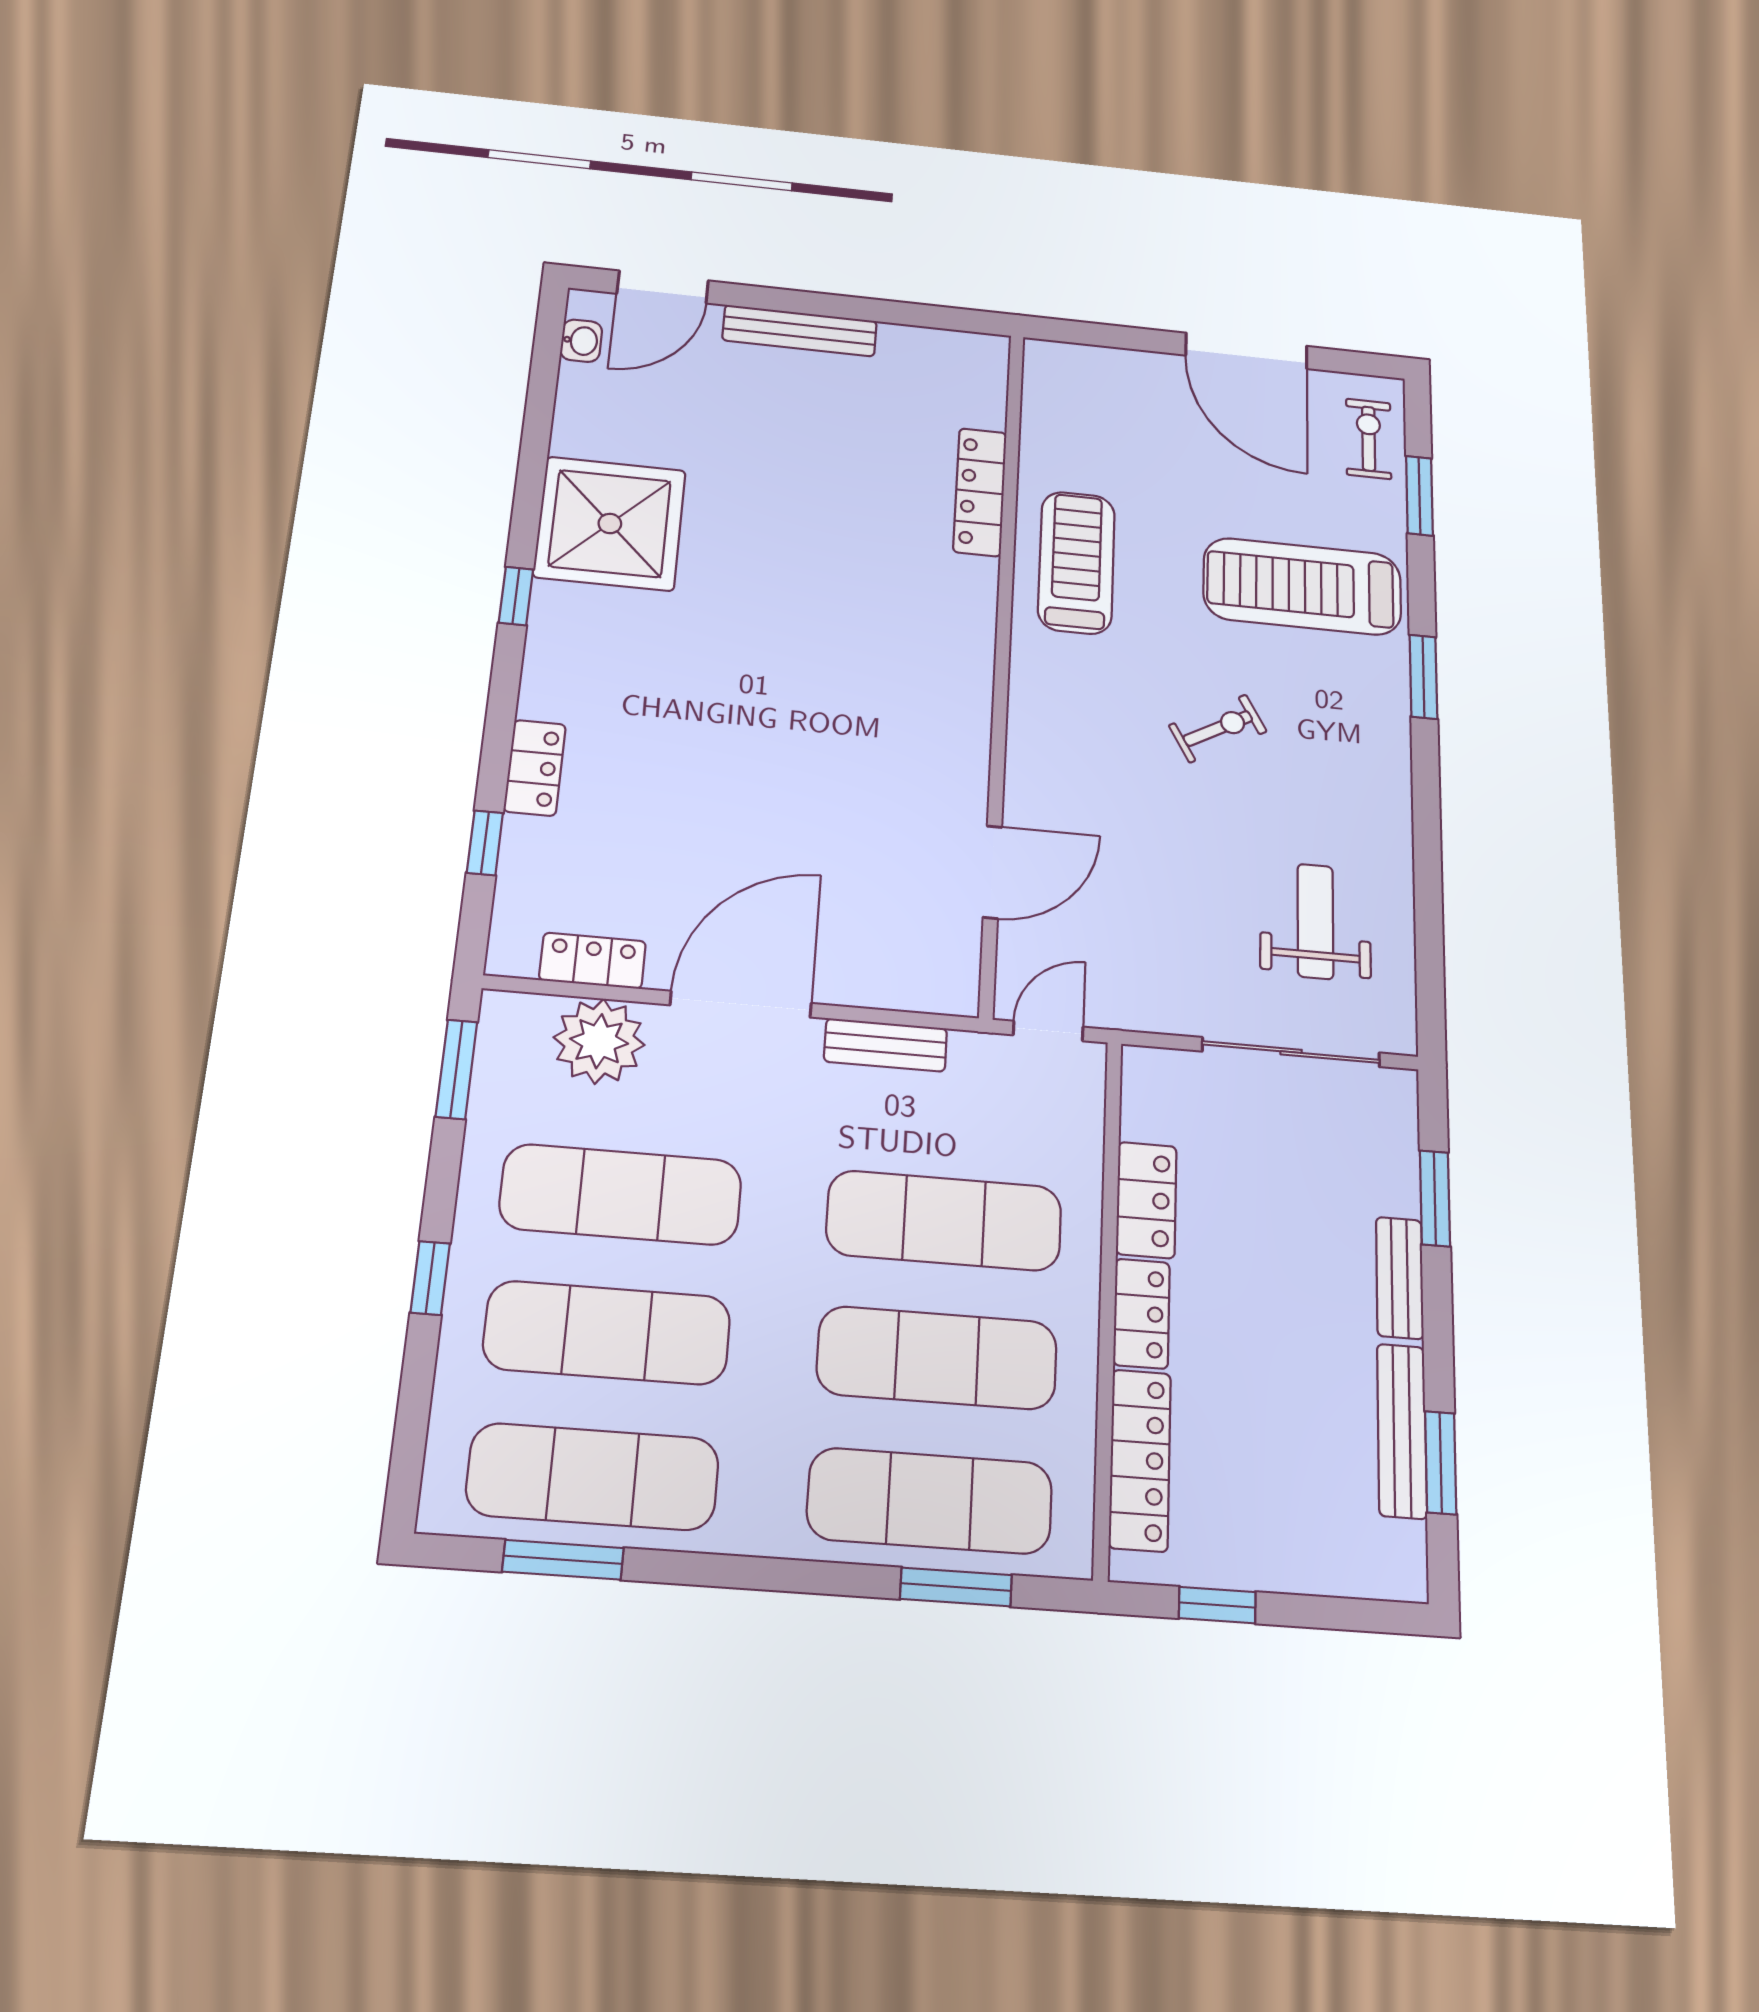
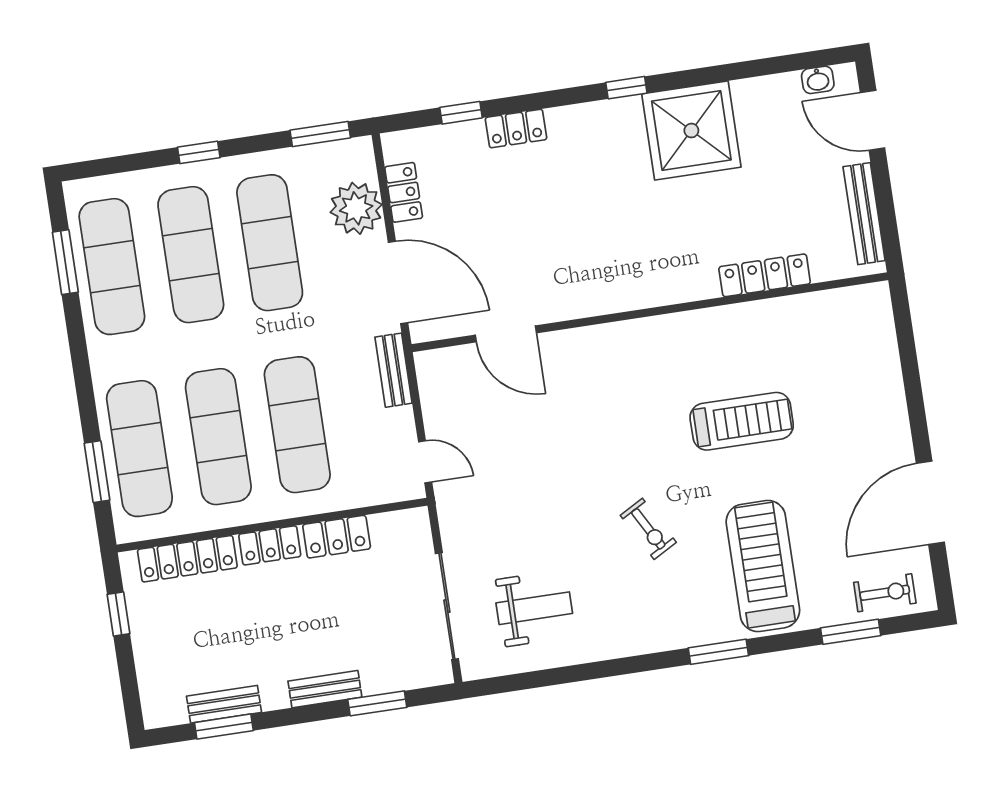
locker: (980, 492) -> (765, 275), moved
wall: (1002, 659) -> (650, 312), moved
door: (992, 872) -> (506, 334), moved
bench: (1402, 1431) -> (224, 704), width x0.73

